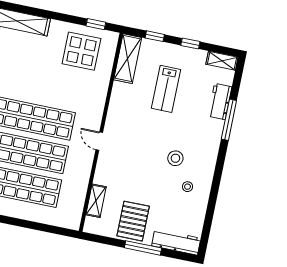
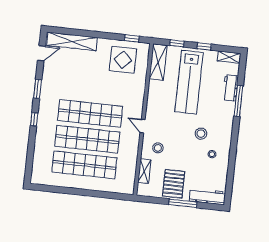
lab bench: (166, 89) -> (189, 82), width x1.86, depth x1.39
stool: (117, 172) -> (158, 148), added

